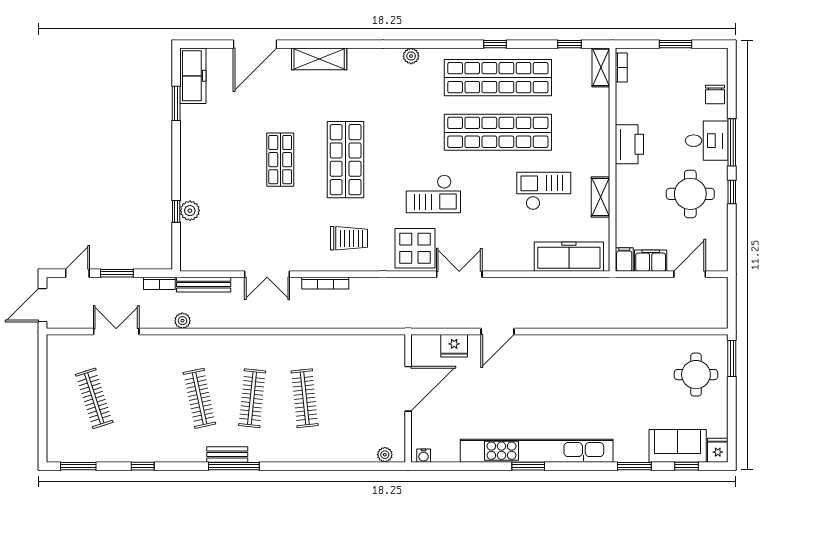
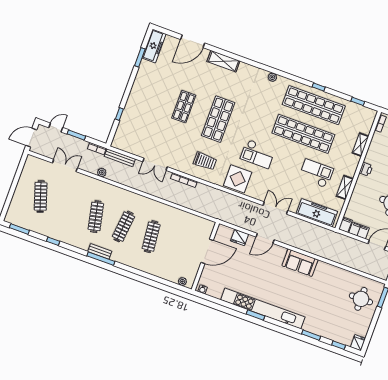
shelving: (601, 67) -> (361, 145), moved
printer: (629, 144) -> (366, 169), width x0.53, depth x0.68
plant: (190, 211) -> (127, 116), removed
double door: (459, 274) -> (275, 208), moved
sofa: (678, 446) -> (300, 263), moved, turned 180

